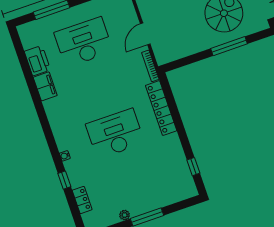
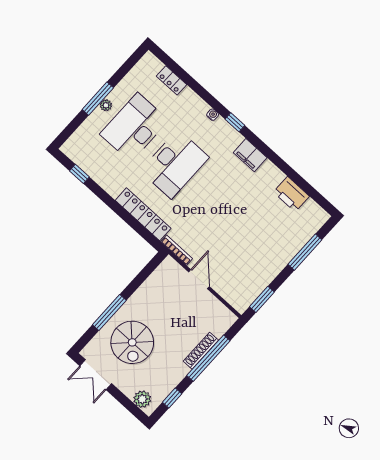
desk: (84, 42) -> (134, 127), moved, turned 180
filing cabinet: (45, 86) -> (250, 155), moved
window: (64, 180) -> (235, 122), moved
plant: (125, 215) -> (106, 105), moved

